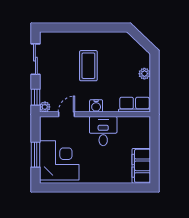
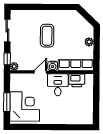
row of seats: (134, 105) -> (76, 65), width x1.48
door: (66, 114) -> (40, 72), moved
printer: (128, 125) -> (77, 80), added
filing cabinet: (141, 166) -> (86, 111), removed

